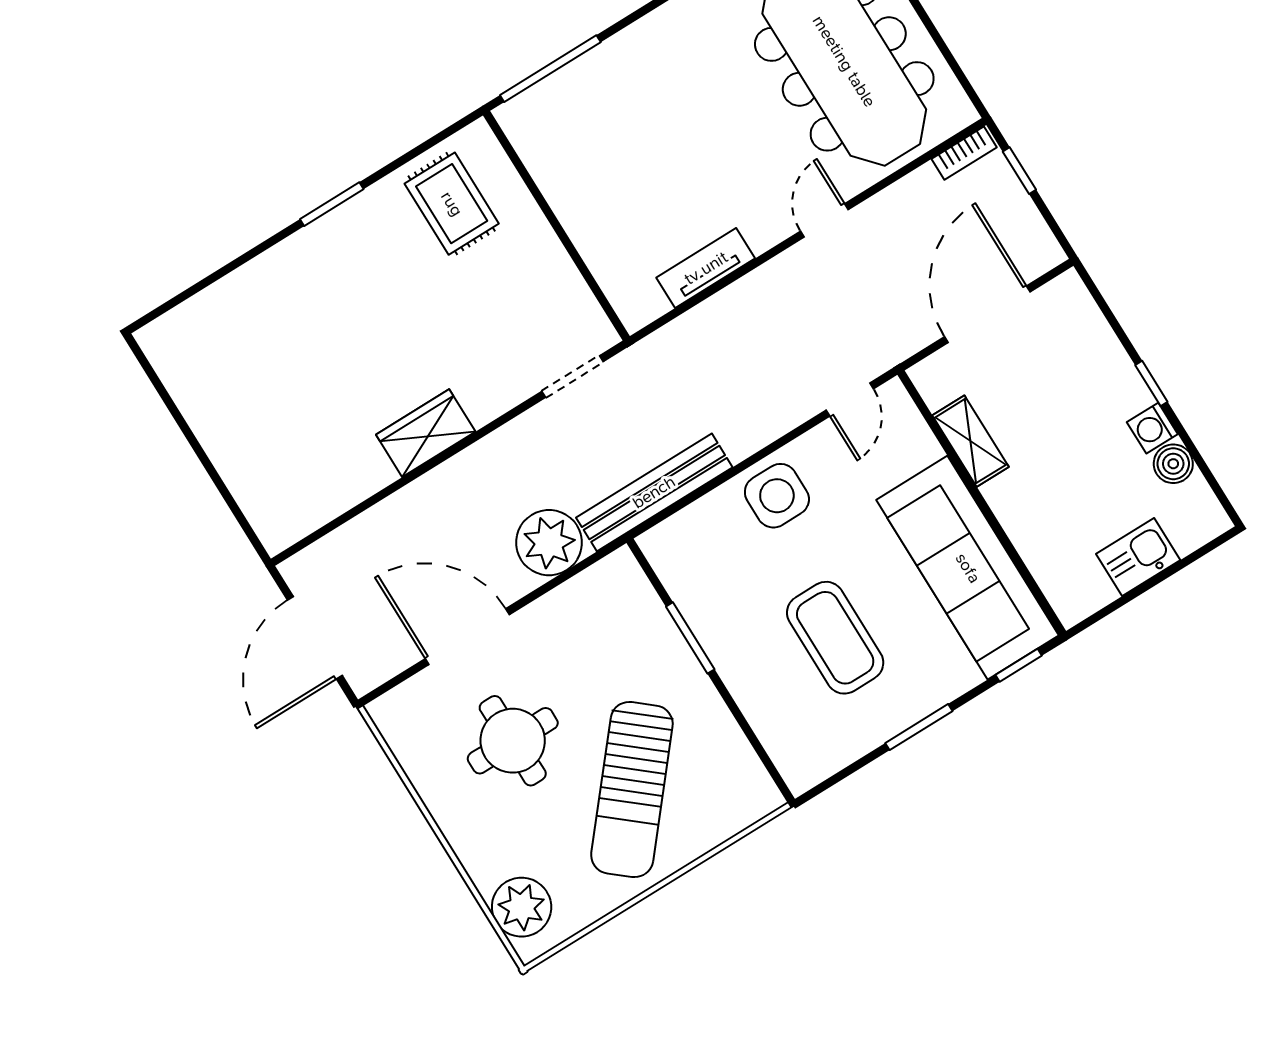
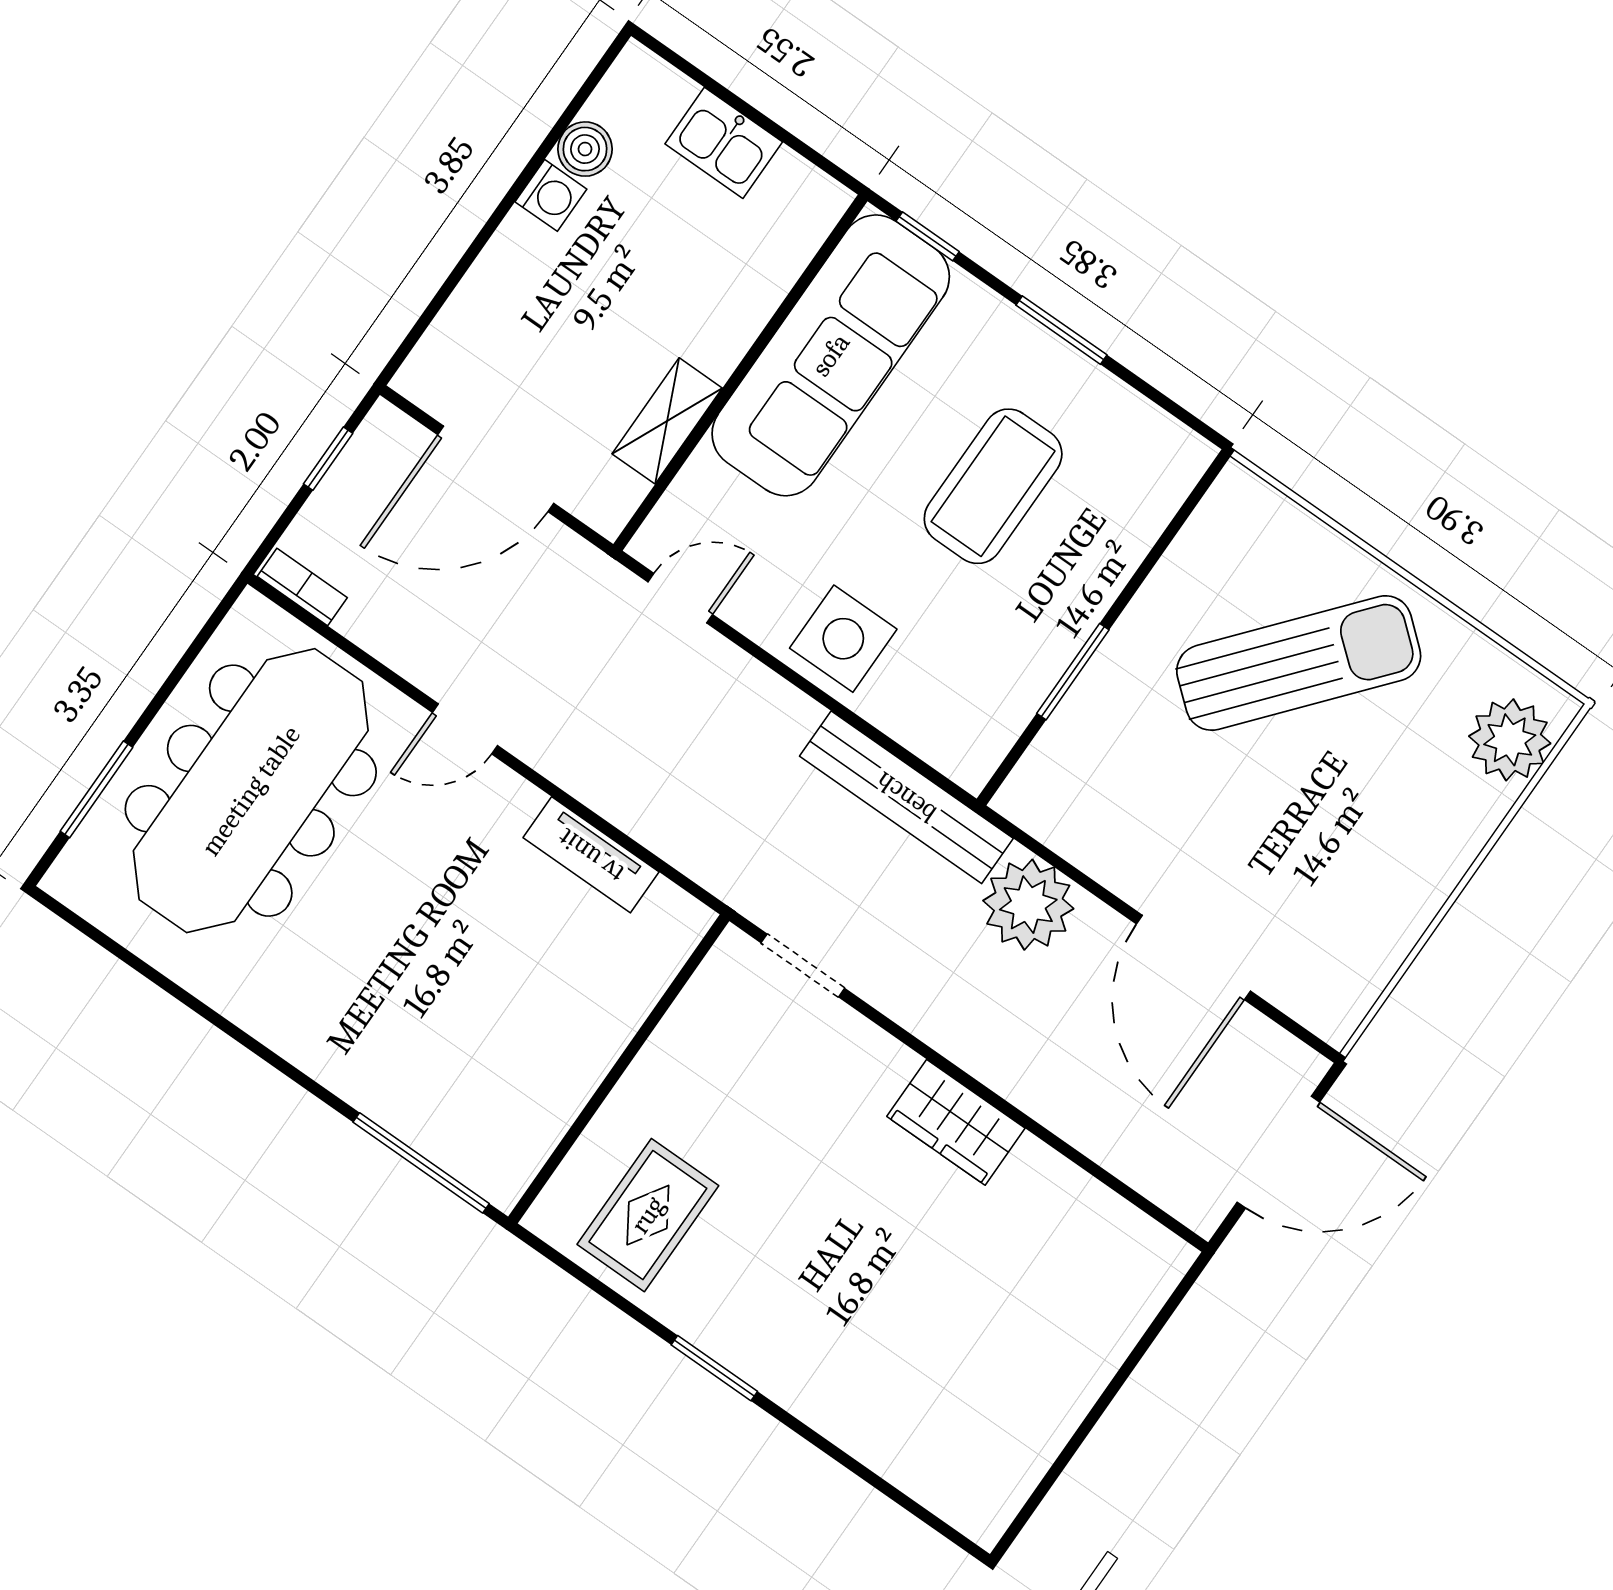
window: (1019, 171) -> (328, 459), moved
window: (1151, 383) -> (494, 221), removed
round table: (513, 741) -> (1302, 842), removed

